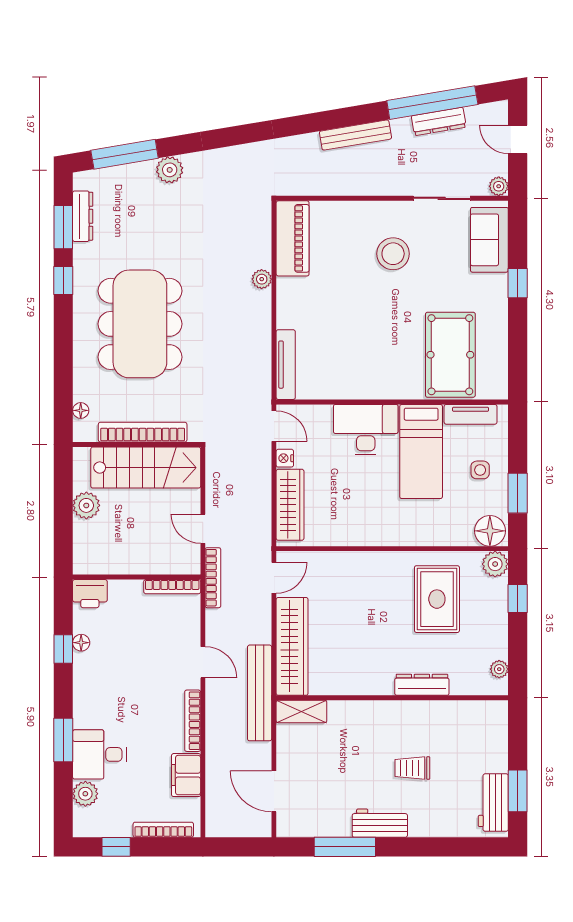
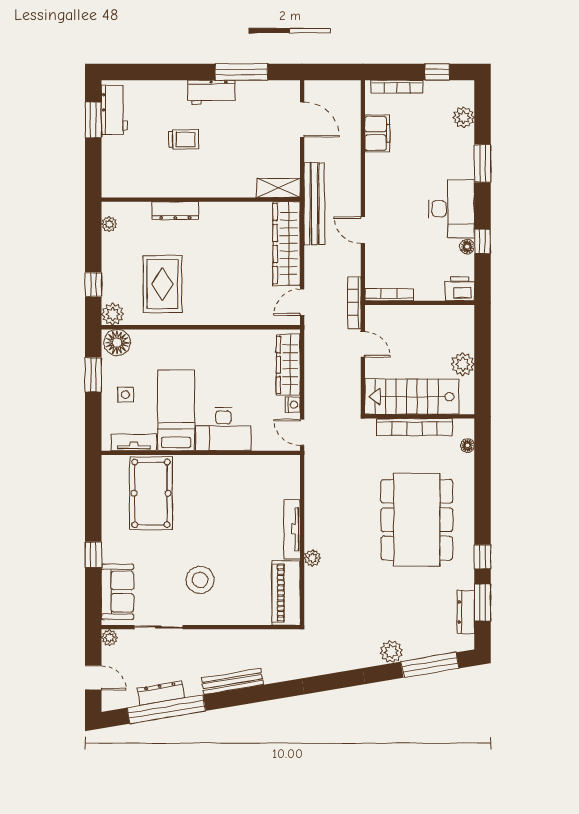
tv unit: (286, 365) -> (292, 529), moved
bookcase: (193, 721) -> (372, 180), removed
desk: (99, 754) -> (451, 209), moved, width x1.37

